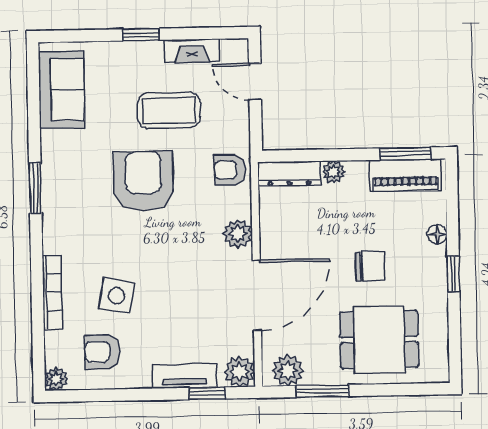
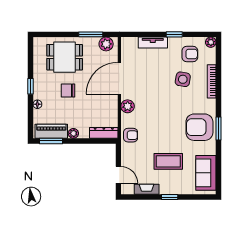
coffee table: (169, 110) -> (168, 161), moved
plant: (334, 172) -> (73, 133), moved
armchair: (143, 181) -> (199, 127), moved, turned 90
plant: (240, 372) -> (128, 44), removed
window: (207, 393) -> (174, 34), moved

